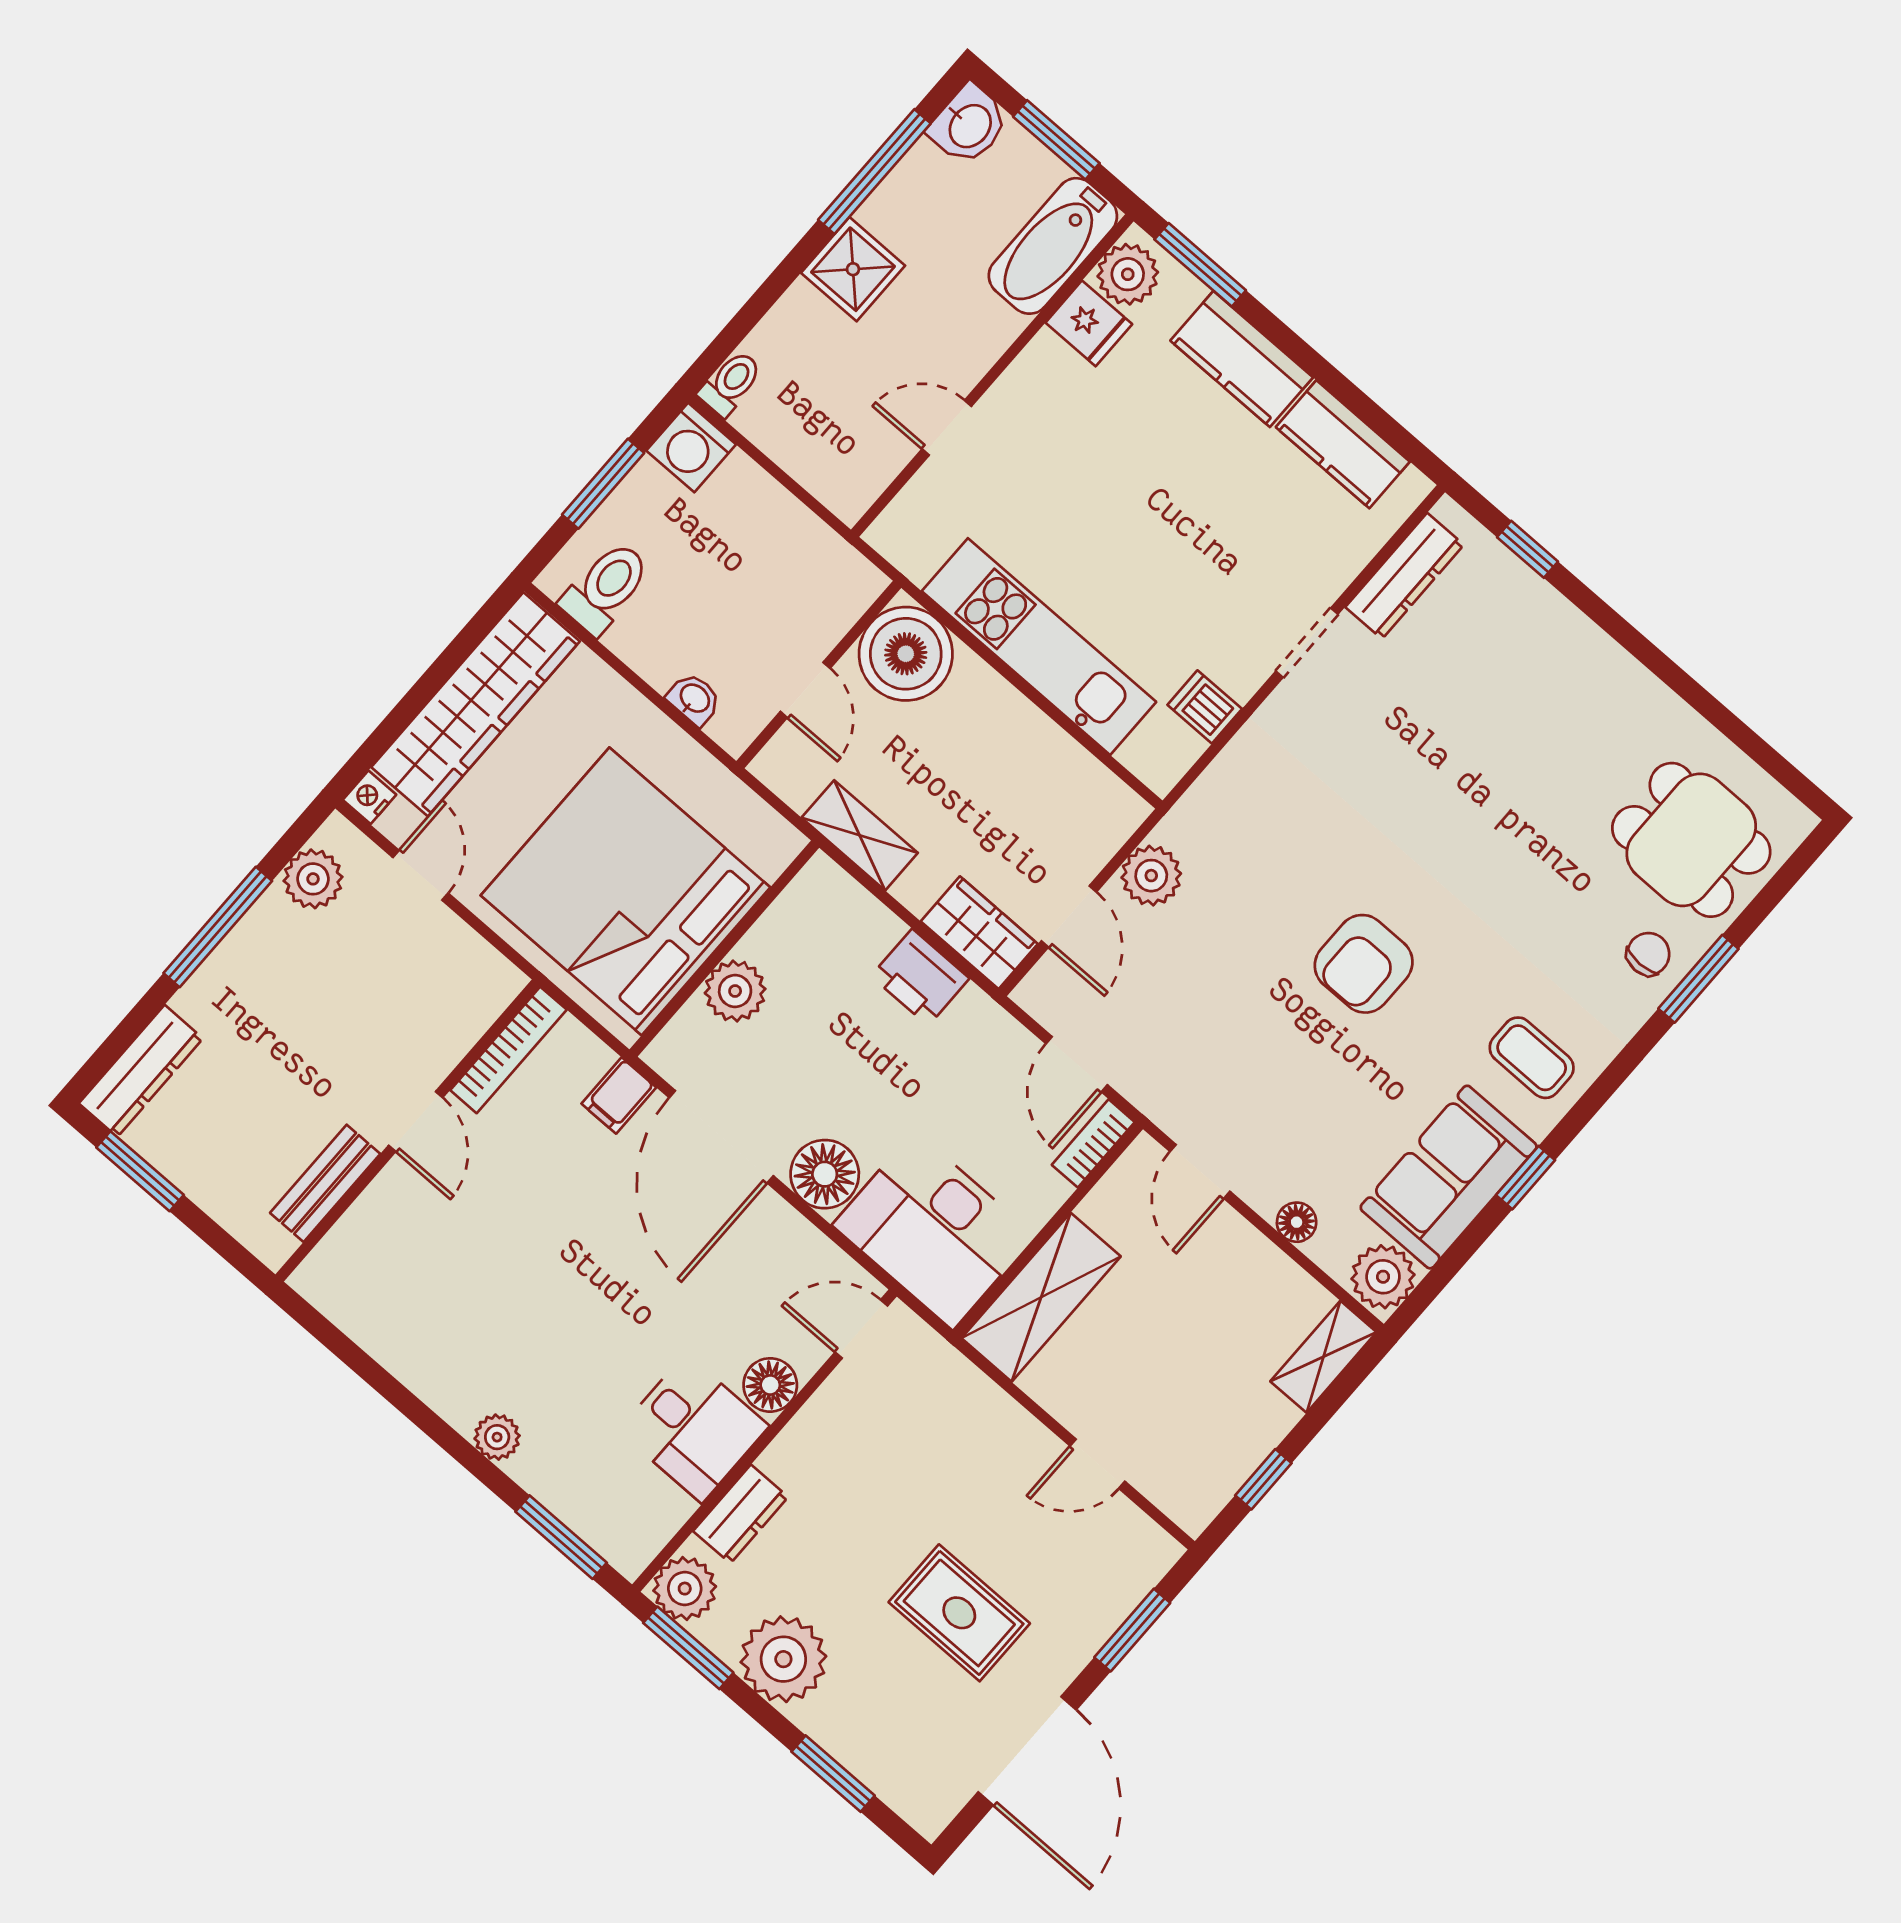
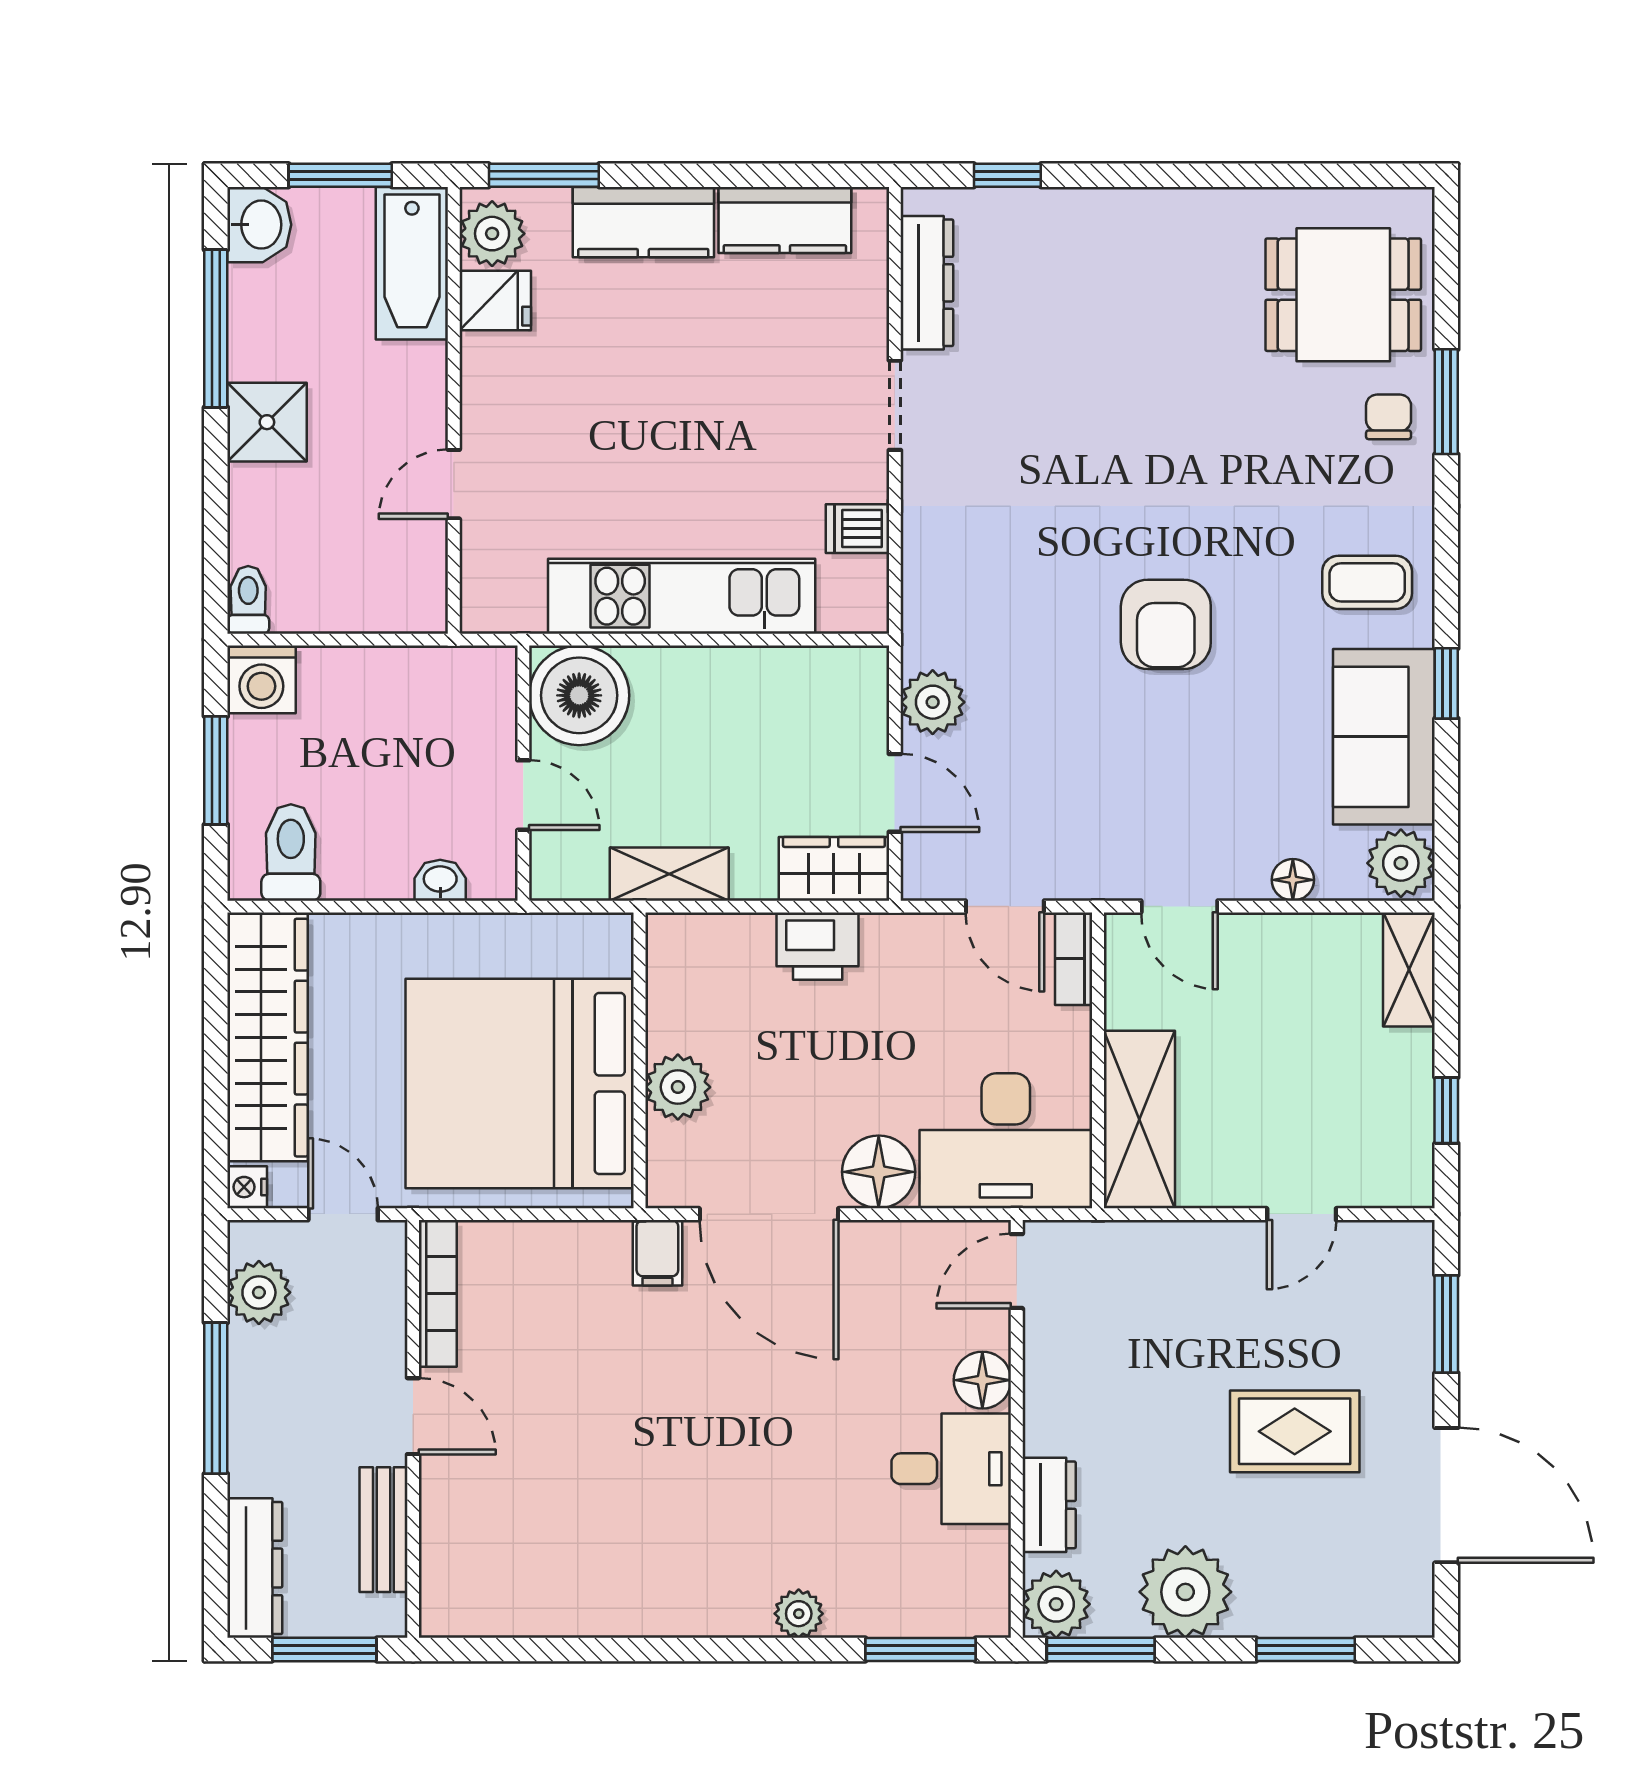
bookcase: (508, 1050) -> (438, 1293), moved
door: (416, 1122) -> (413, 1416), moved
wall: (408, 1131) -> (413, 1429), moved
bench: (325, 1183) -> (383, 1530), moved

